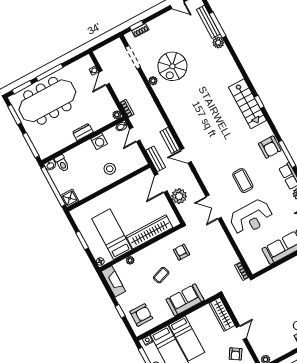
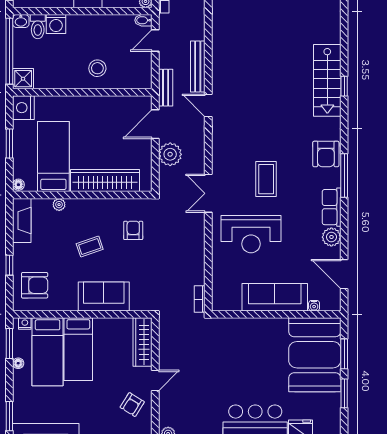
bench: (170, 140) -> (198, 67), width x1.36
washing machine: (99, 141) -> (56, 24), moved
nightstand: (79, 215) -> (23, 108), added

